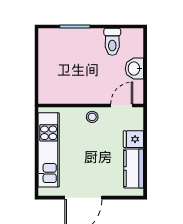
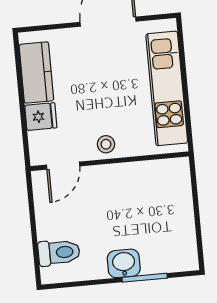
toilet: (112, 42) -> (59, 253), moved, turned 90
washbasin: (134, 69) -> (124, 263), moved, turned -90

